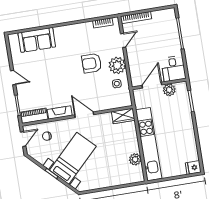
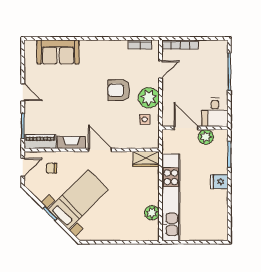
door: (152, 85) -> (186, 128), hinge flipped
fridge: (193, 168) -> (219, 182), moved

